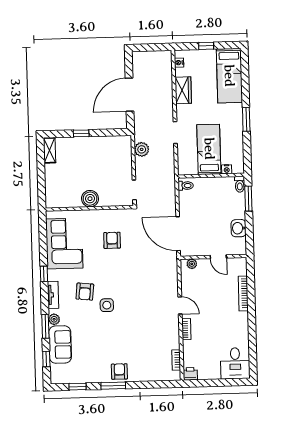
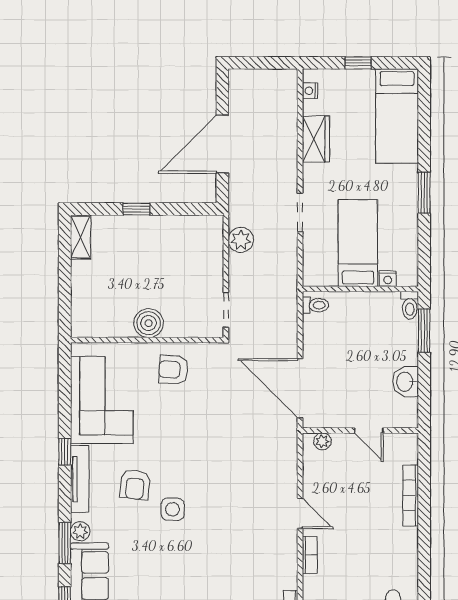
armchair: (112, 240) -> (173, 370), moved, turned -86
tv unit: (53, 295) -> (80, 479), width x1.41

